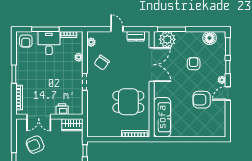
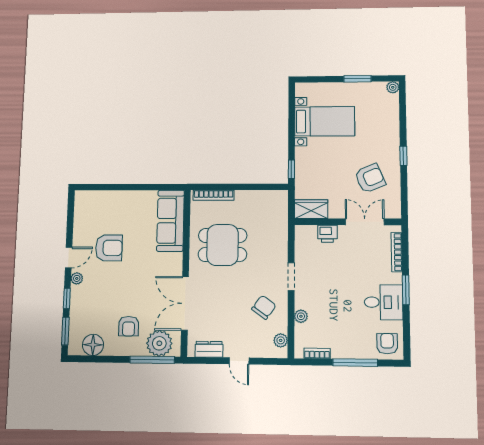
desk: (49, 43) -> (384, 302), moved, turned -90
armchair: (194, 64) -> (129, 326), moved

